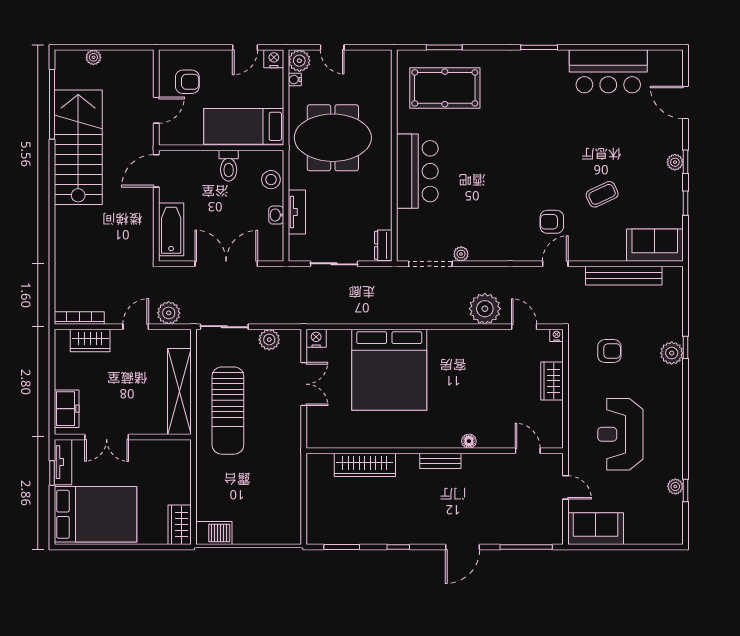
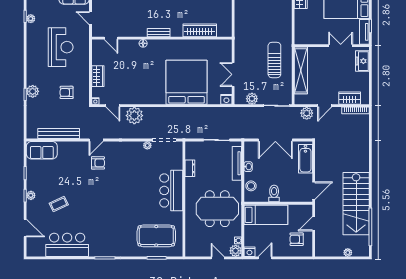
coffee table: (602, 194) -> (59, 204), moved
tv unit: (297, 212) -> (237, 163), width x1.41
dresser: (383, 245) -> (190, 168), moved
sun lounger: (228, 411) -> (274, 60), width x0.73, depth x0.75

